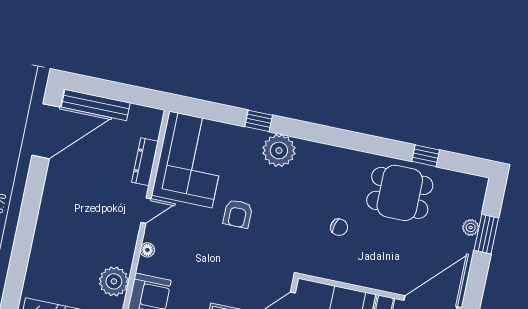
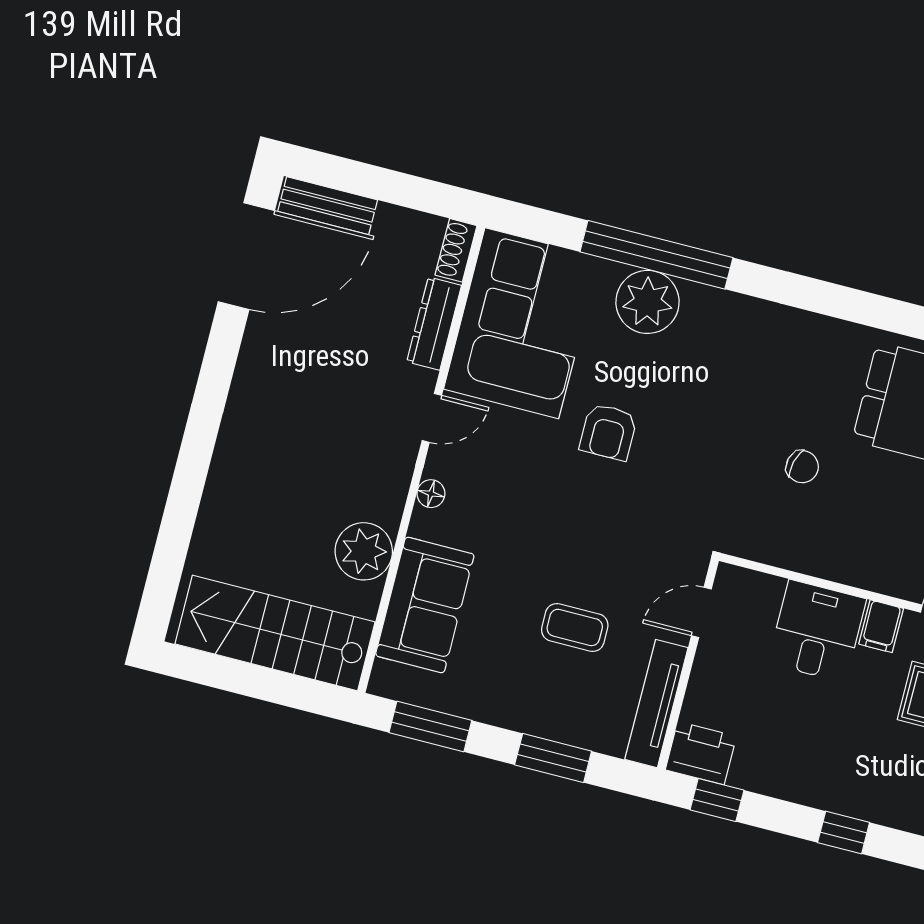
bench: (96, 105) -> (328, 206), width x0.73
window: (259, 121) -> (656, 255), width x3.17
shoe rack: (155, 123) -> (456, 250), added
plant: (279, 150) -> (648, 302), moved

